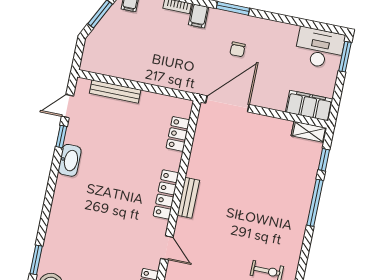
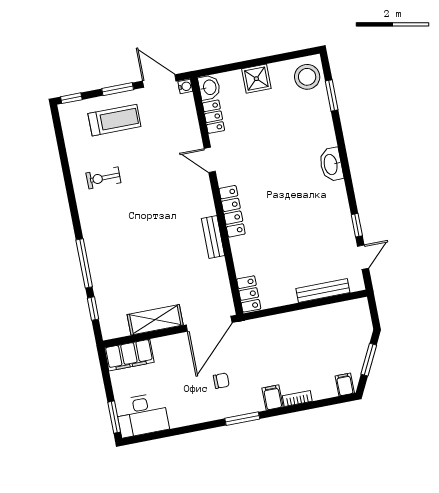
chair: (238, 49) -> (221, 381), turned 90
shelving: (309, 132) -> (155, 320), moved, width x1.50, depth x1.33
locker: (178, 134) -> (249, 294), moved
washbasin: (70, 160) -> (331, 164), moved
bench: (188, 198) -> (213, 237), moved

